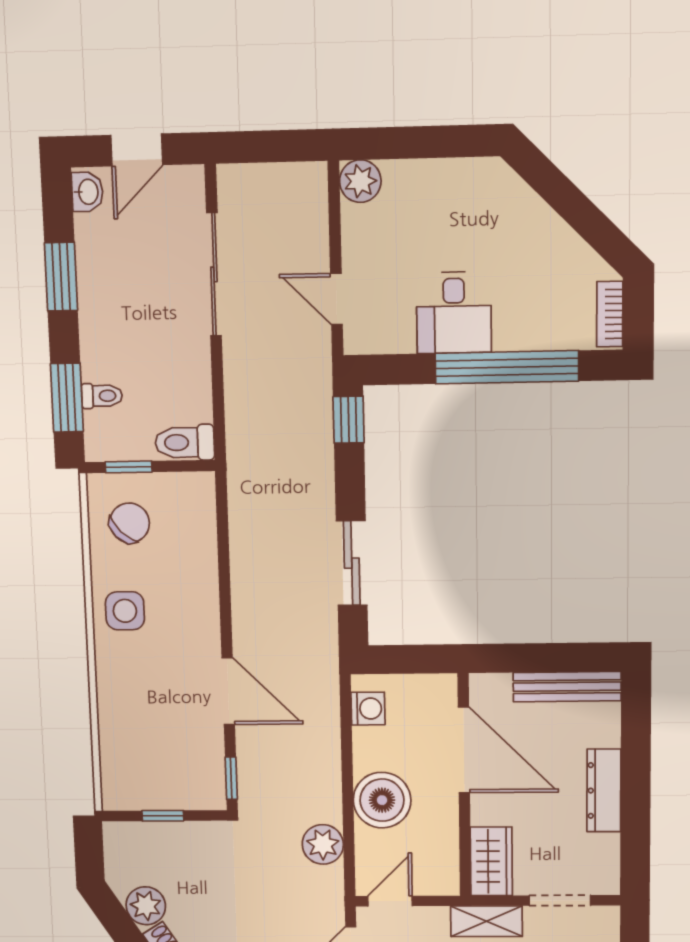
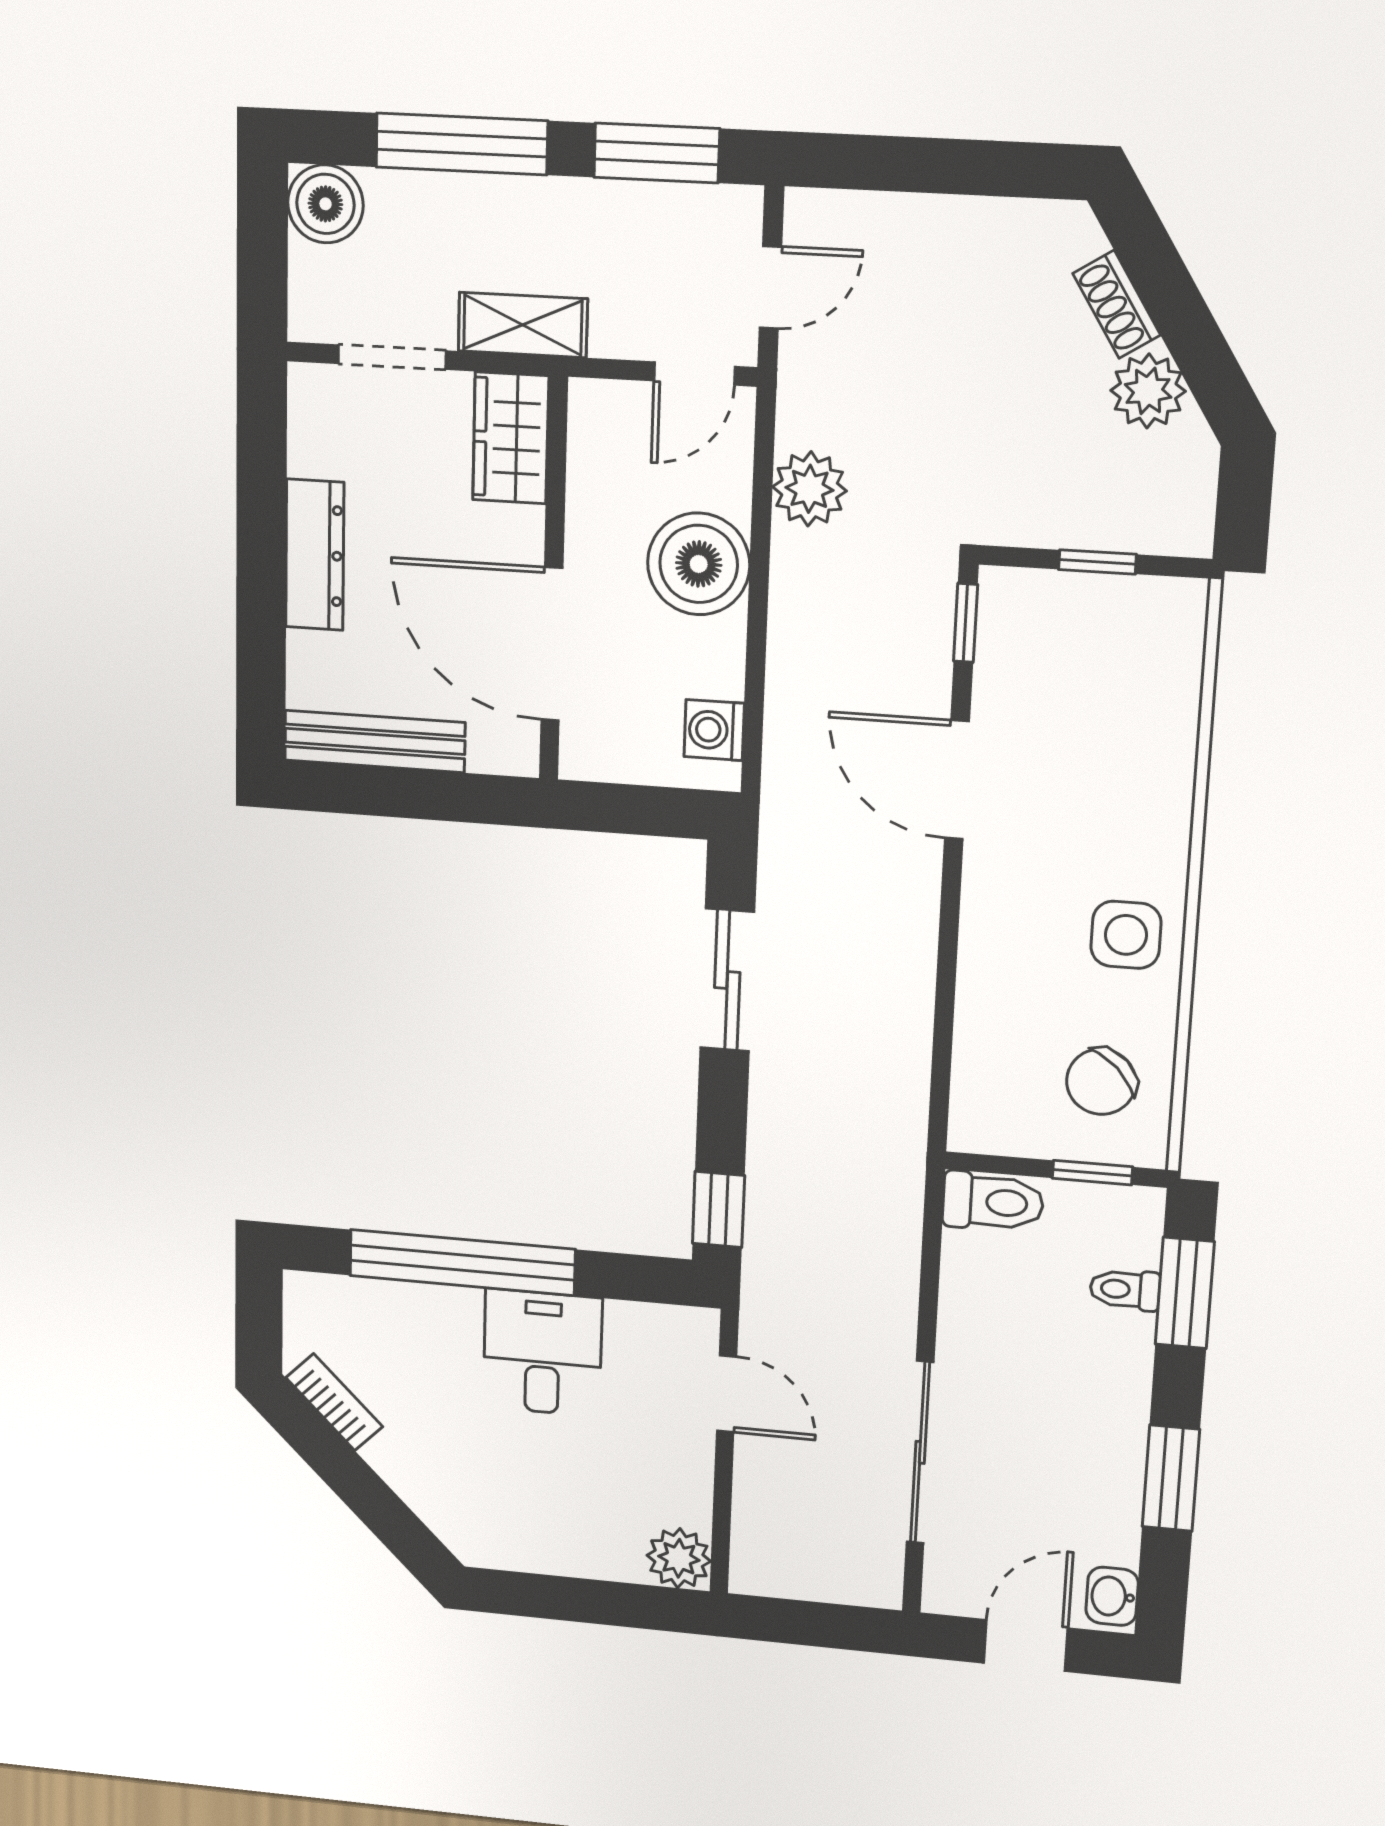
bookcase: (610, 314) -> (334, 1402), moved, turned -45

